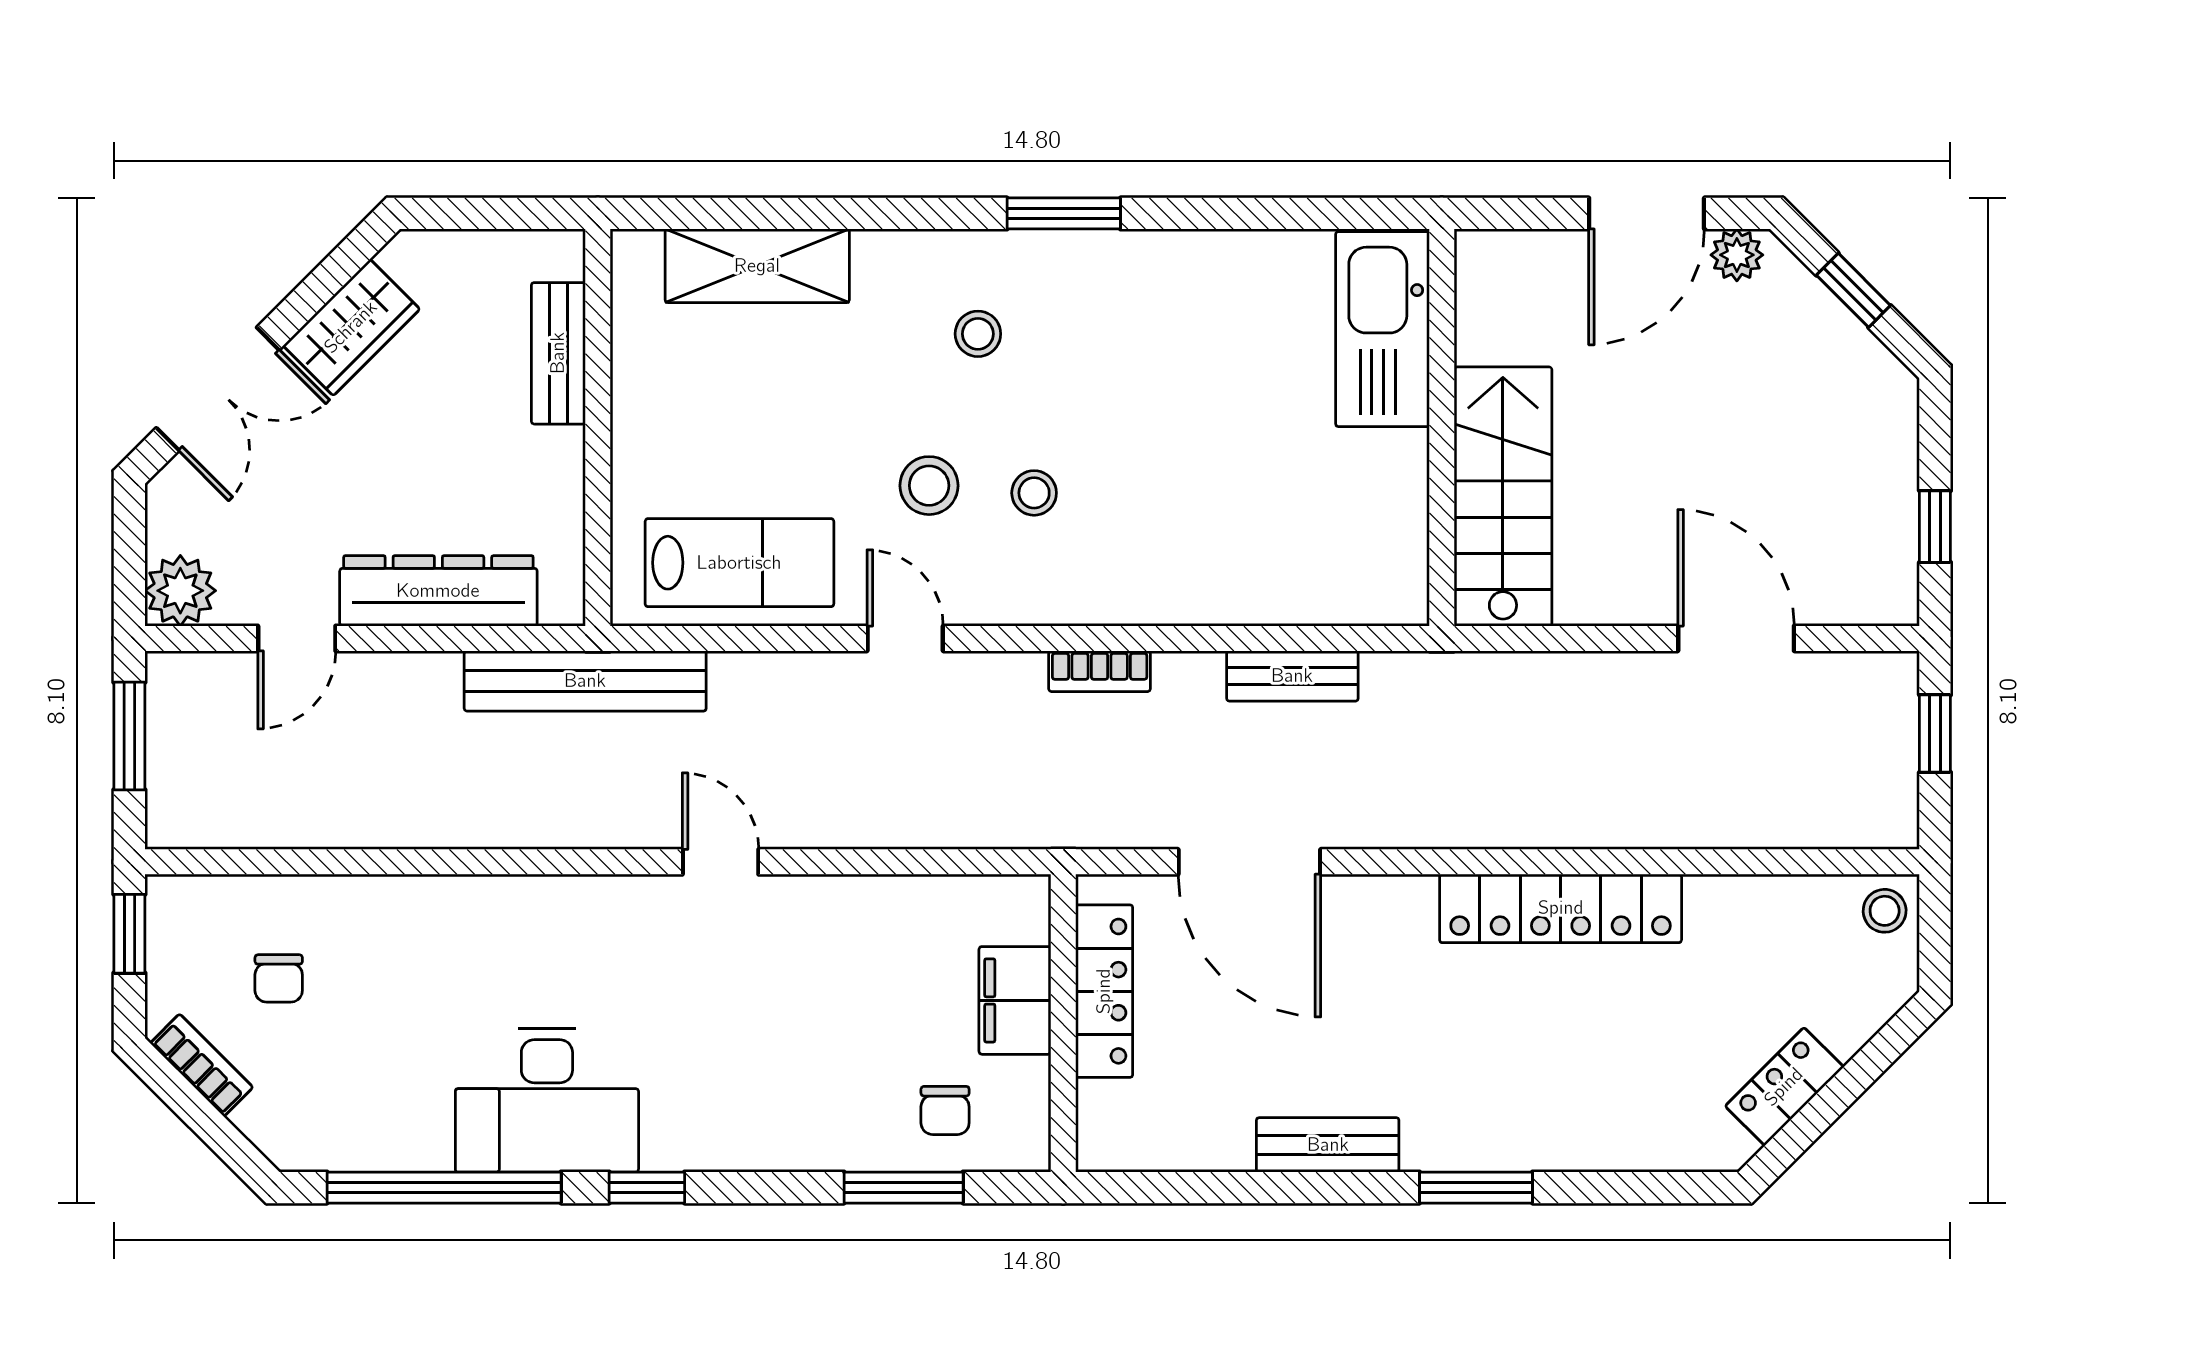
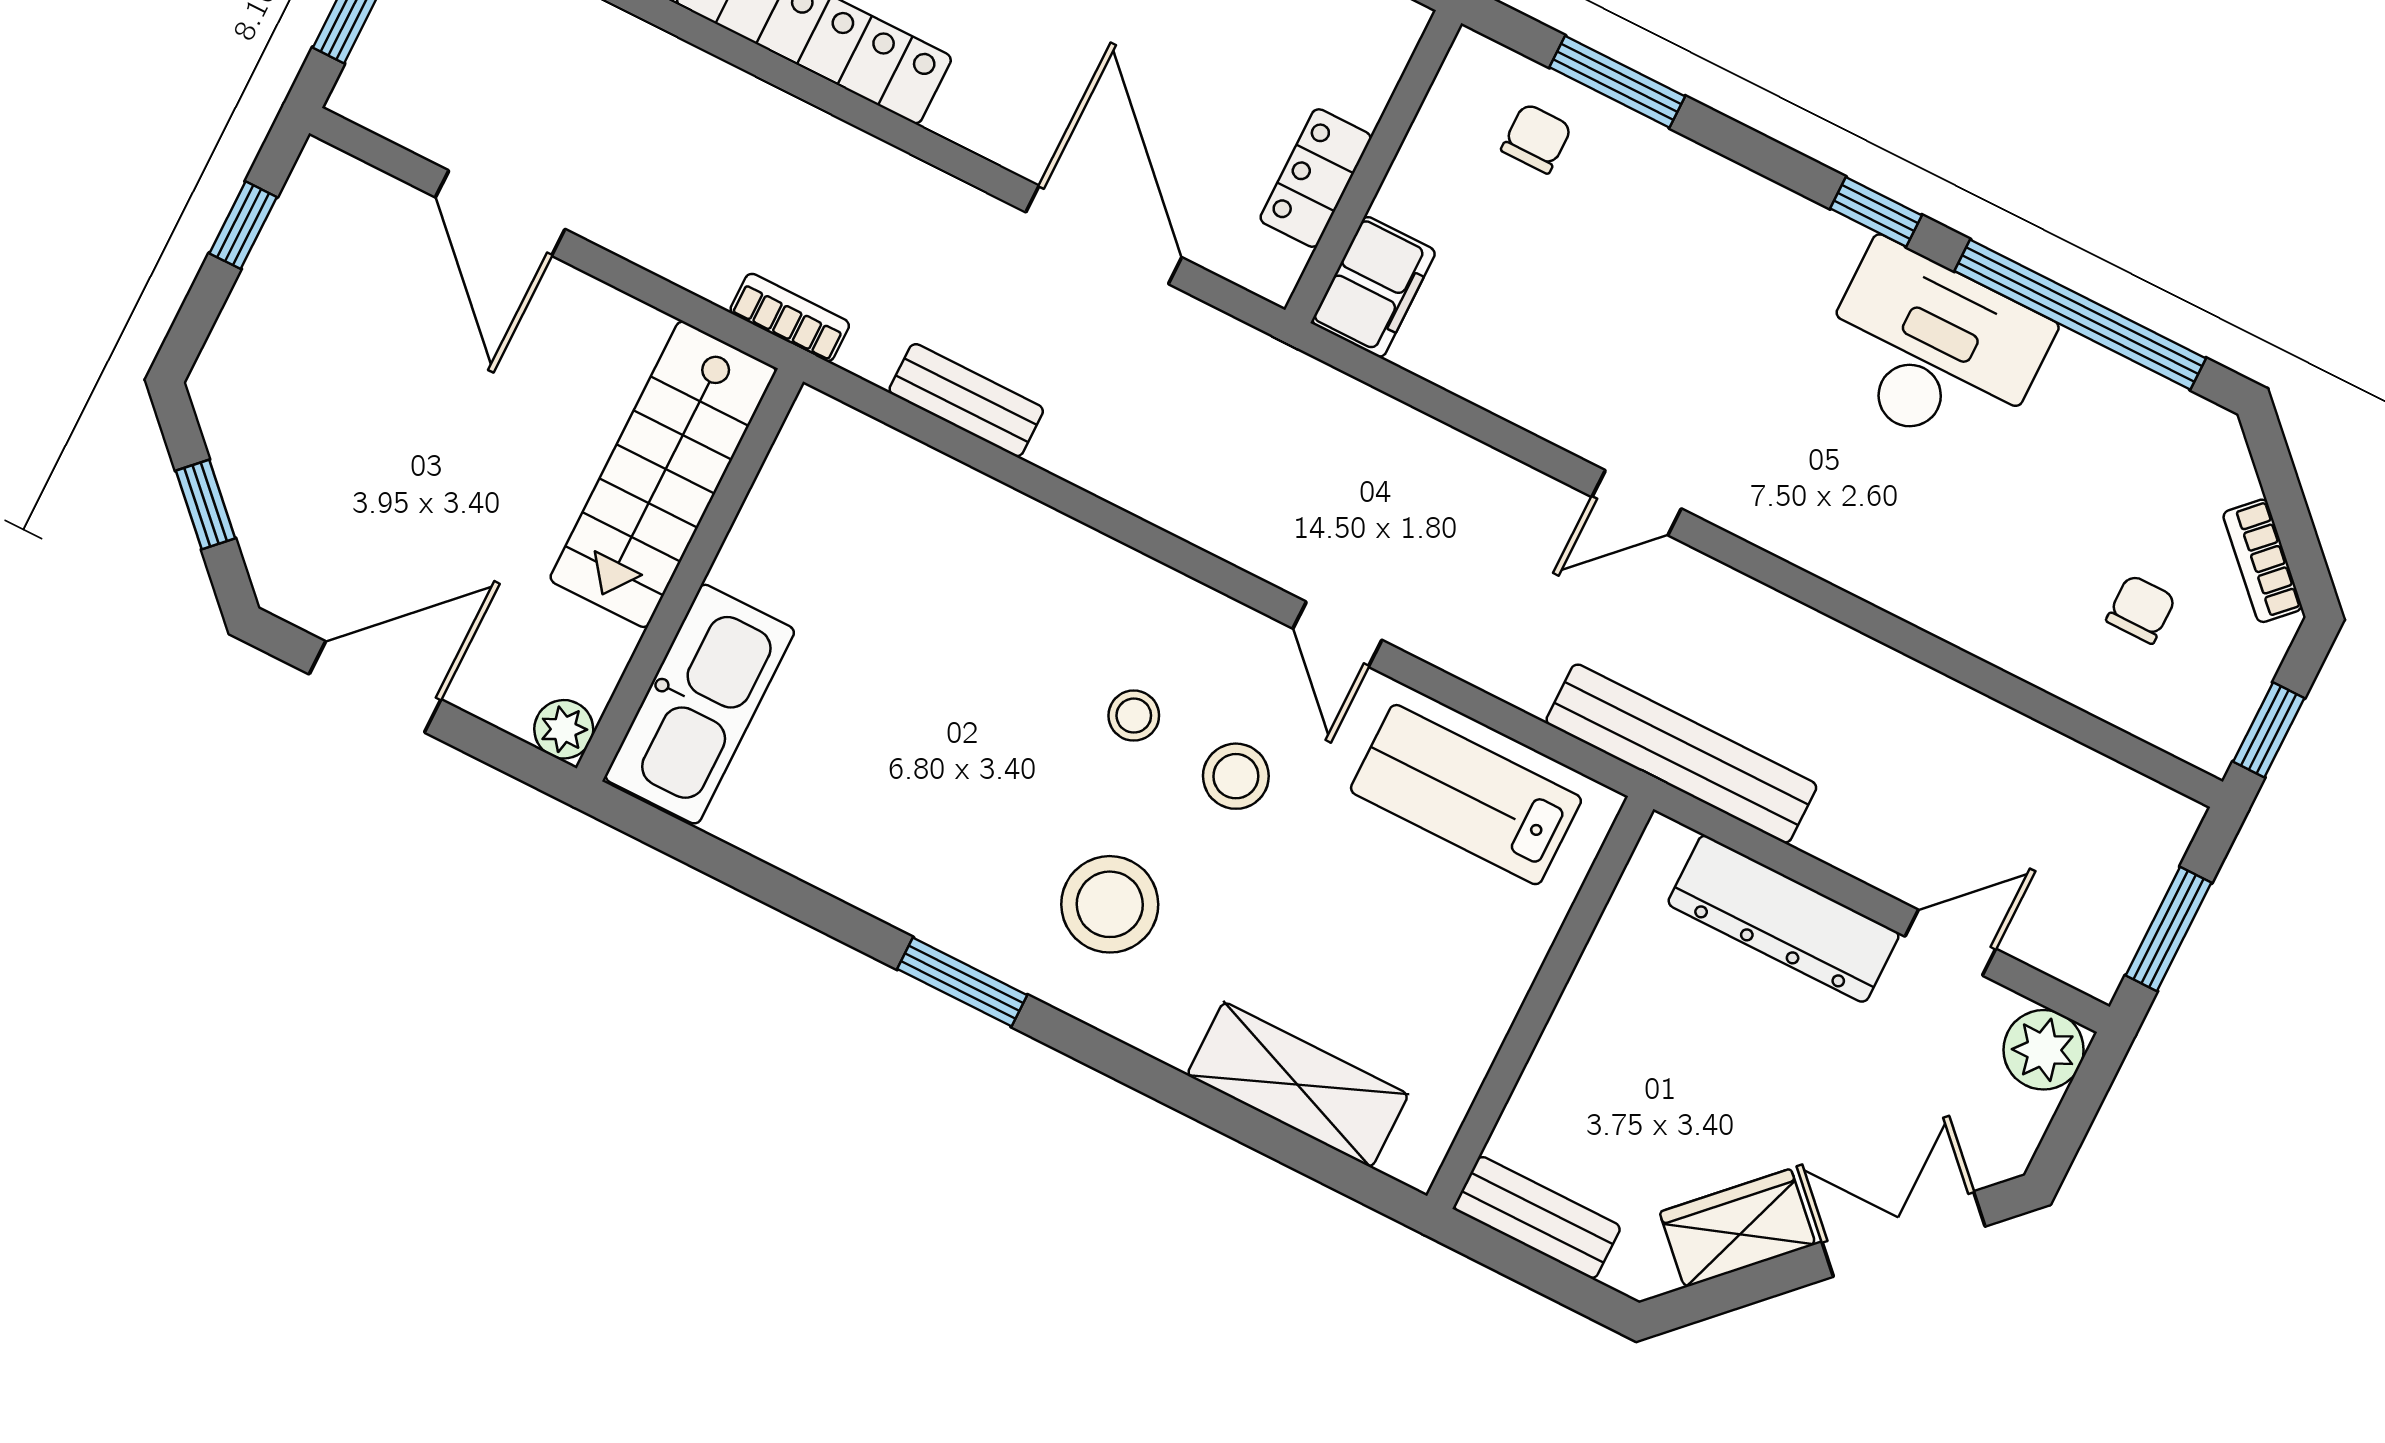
plant: (1737, 255) -> (564, 729), moved
stool: (978, 334) -> (1110, 904), width x1.89, depth x1.89
bench: (558, 353) -> (1537, 1218), moved, turned 90
bookcase: (1100, 671) -> (790, 317), moved
door: (721, 862) -> (1637, 503), hinge flipped
locker: (1104, 991) -> (1316, 178), width x0.66
filing cabinet: (1015, 1000) -> (1374, 287), moved

